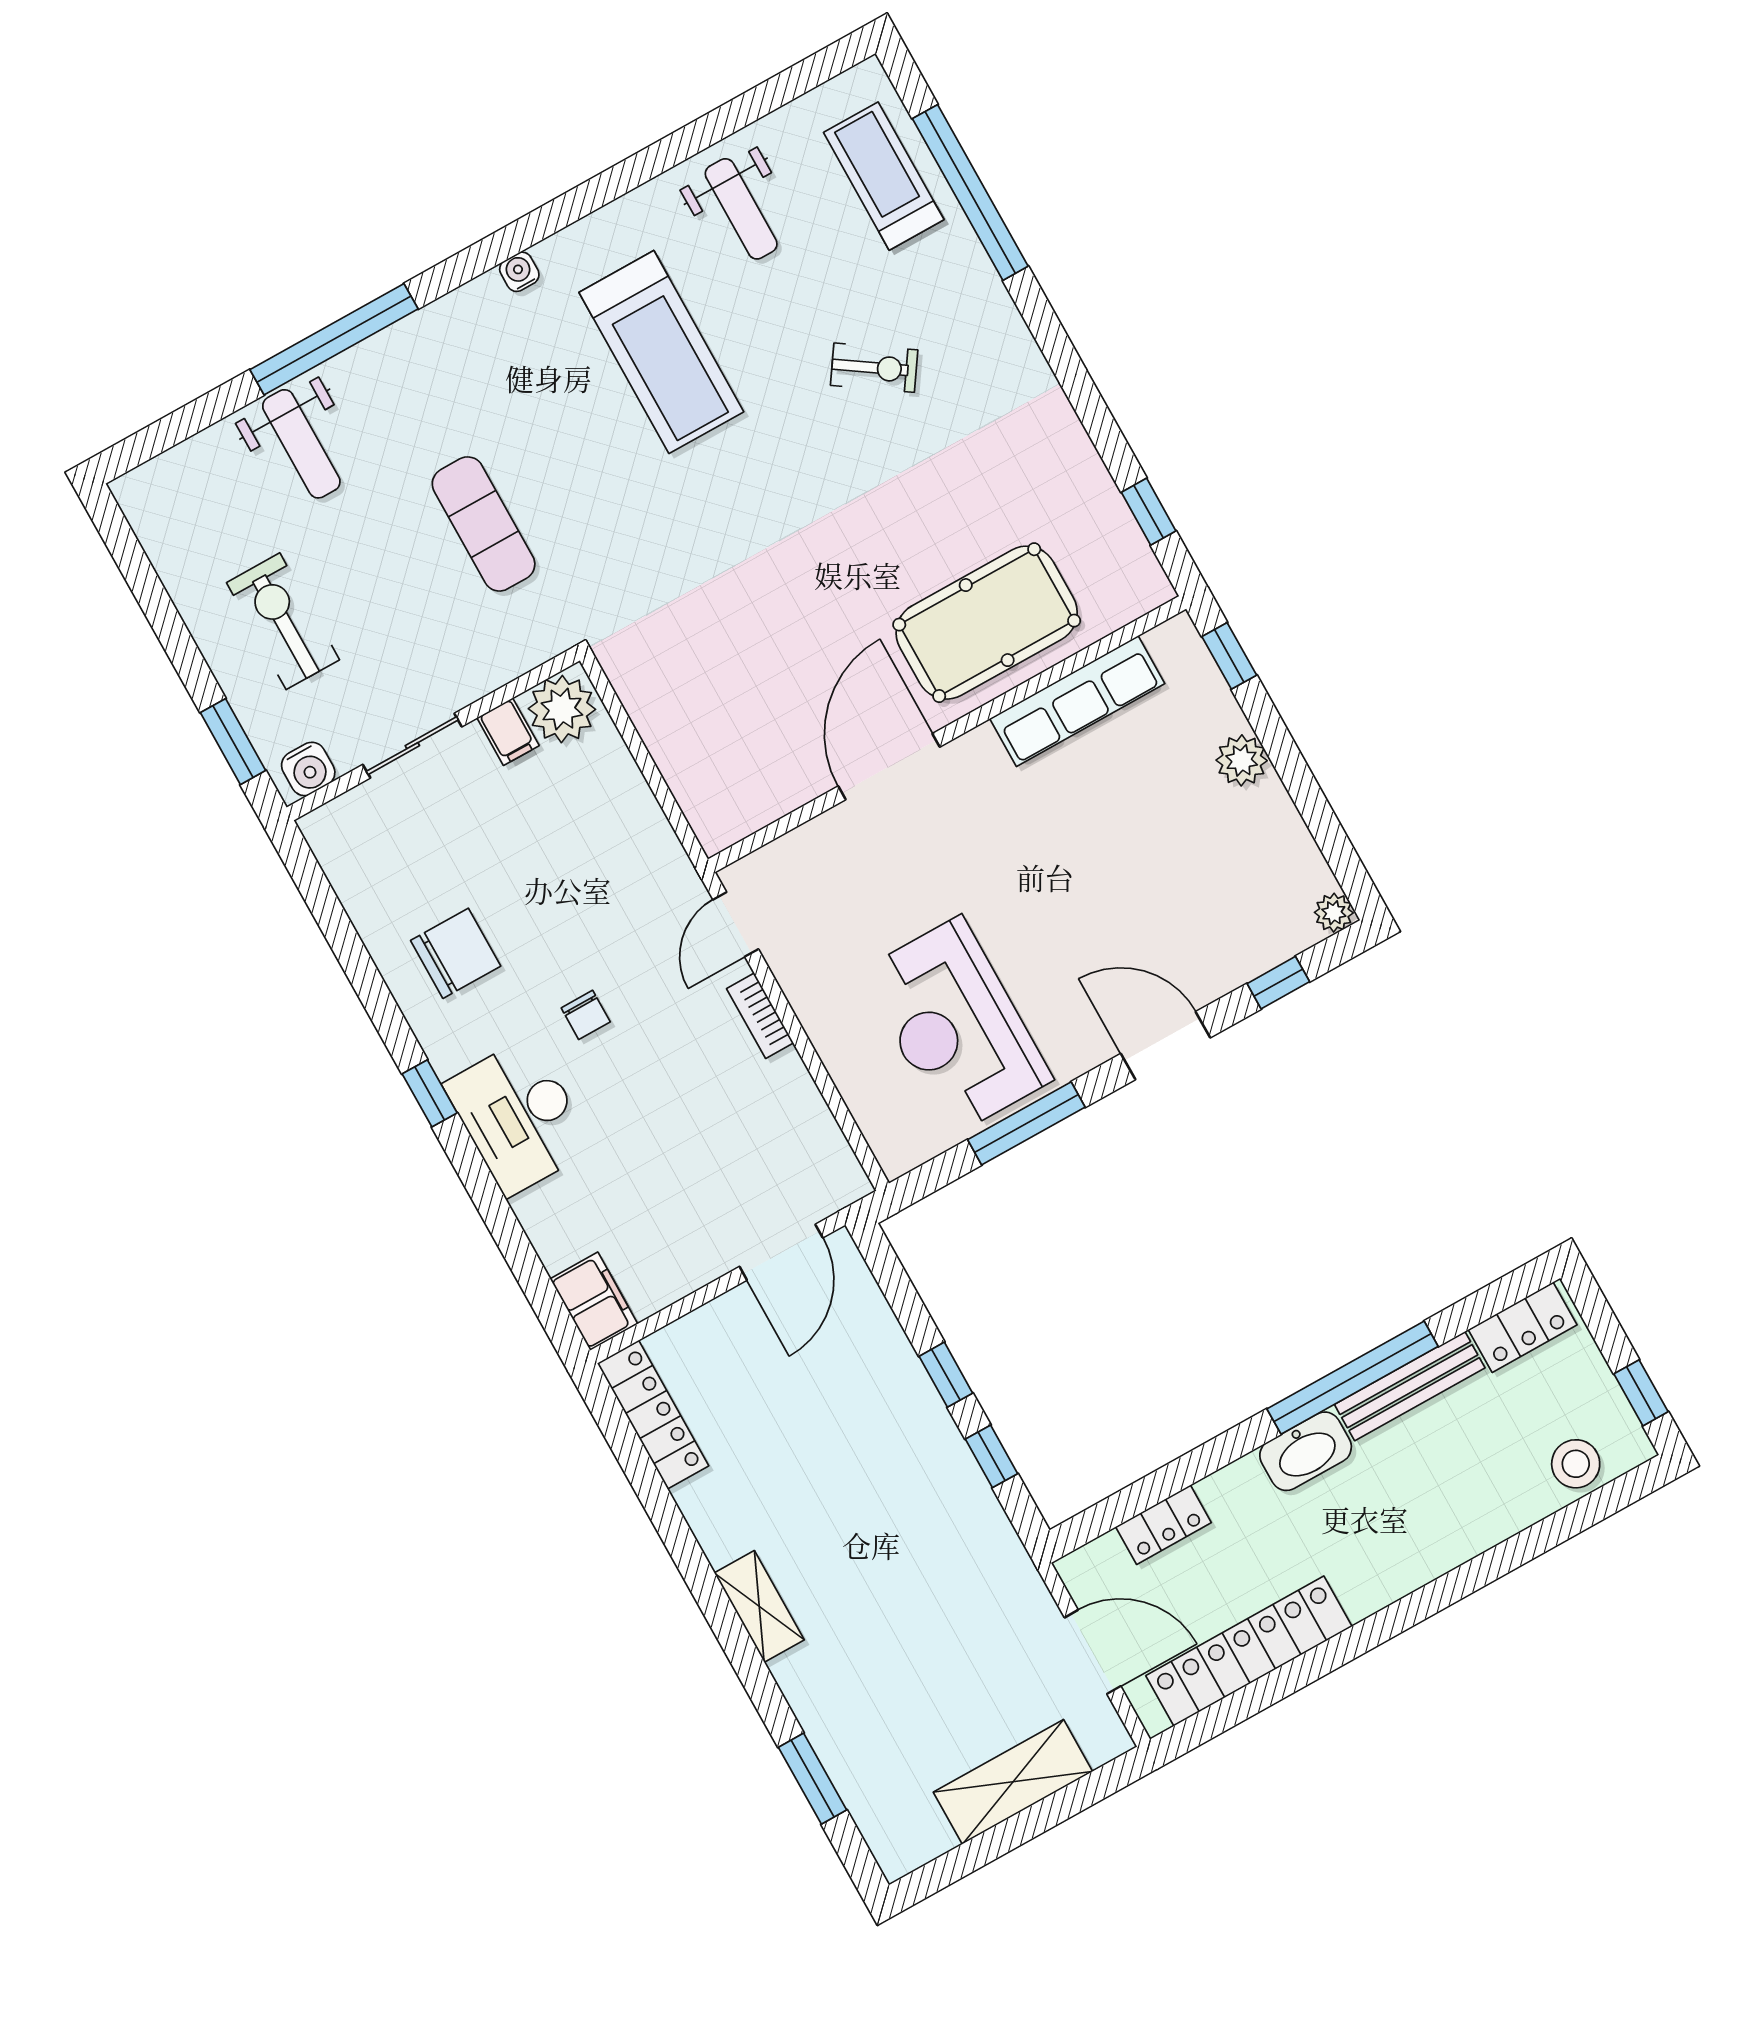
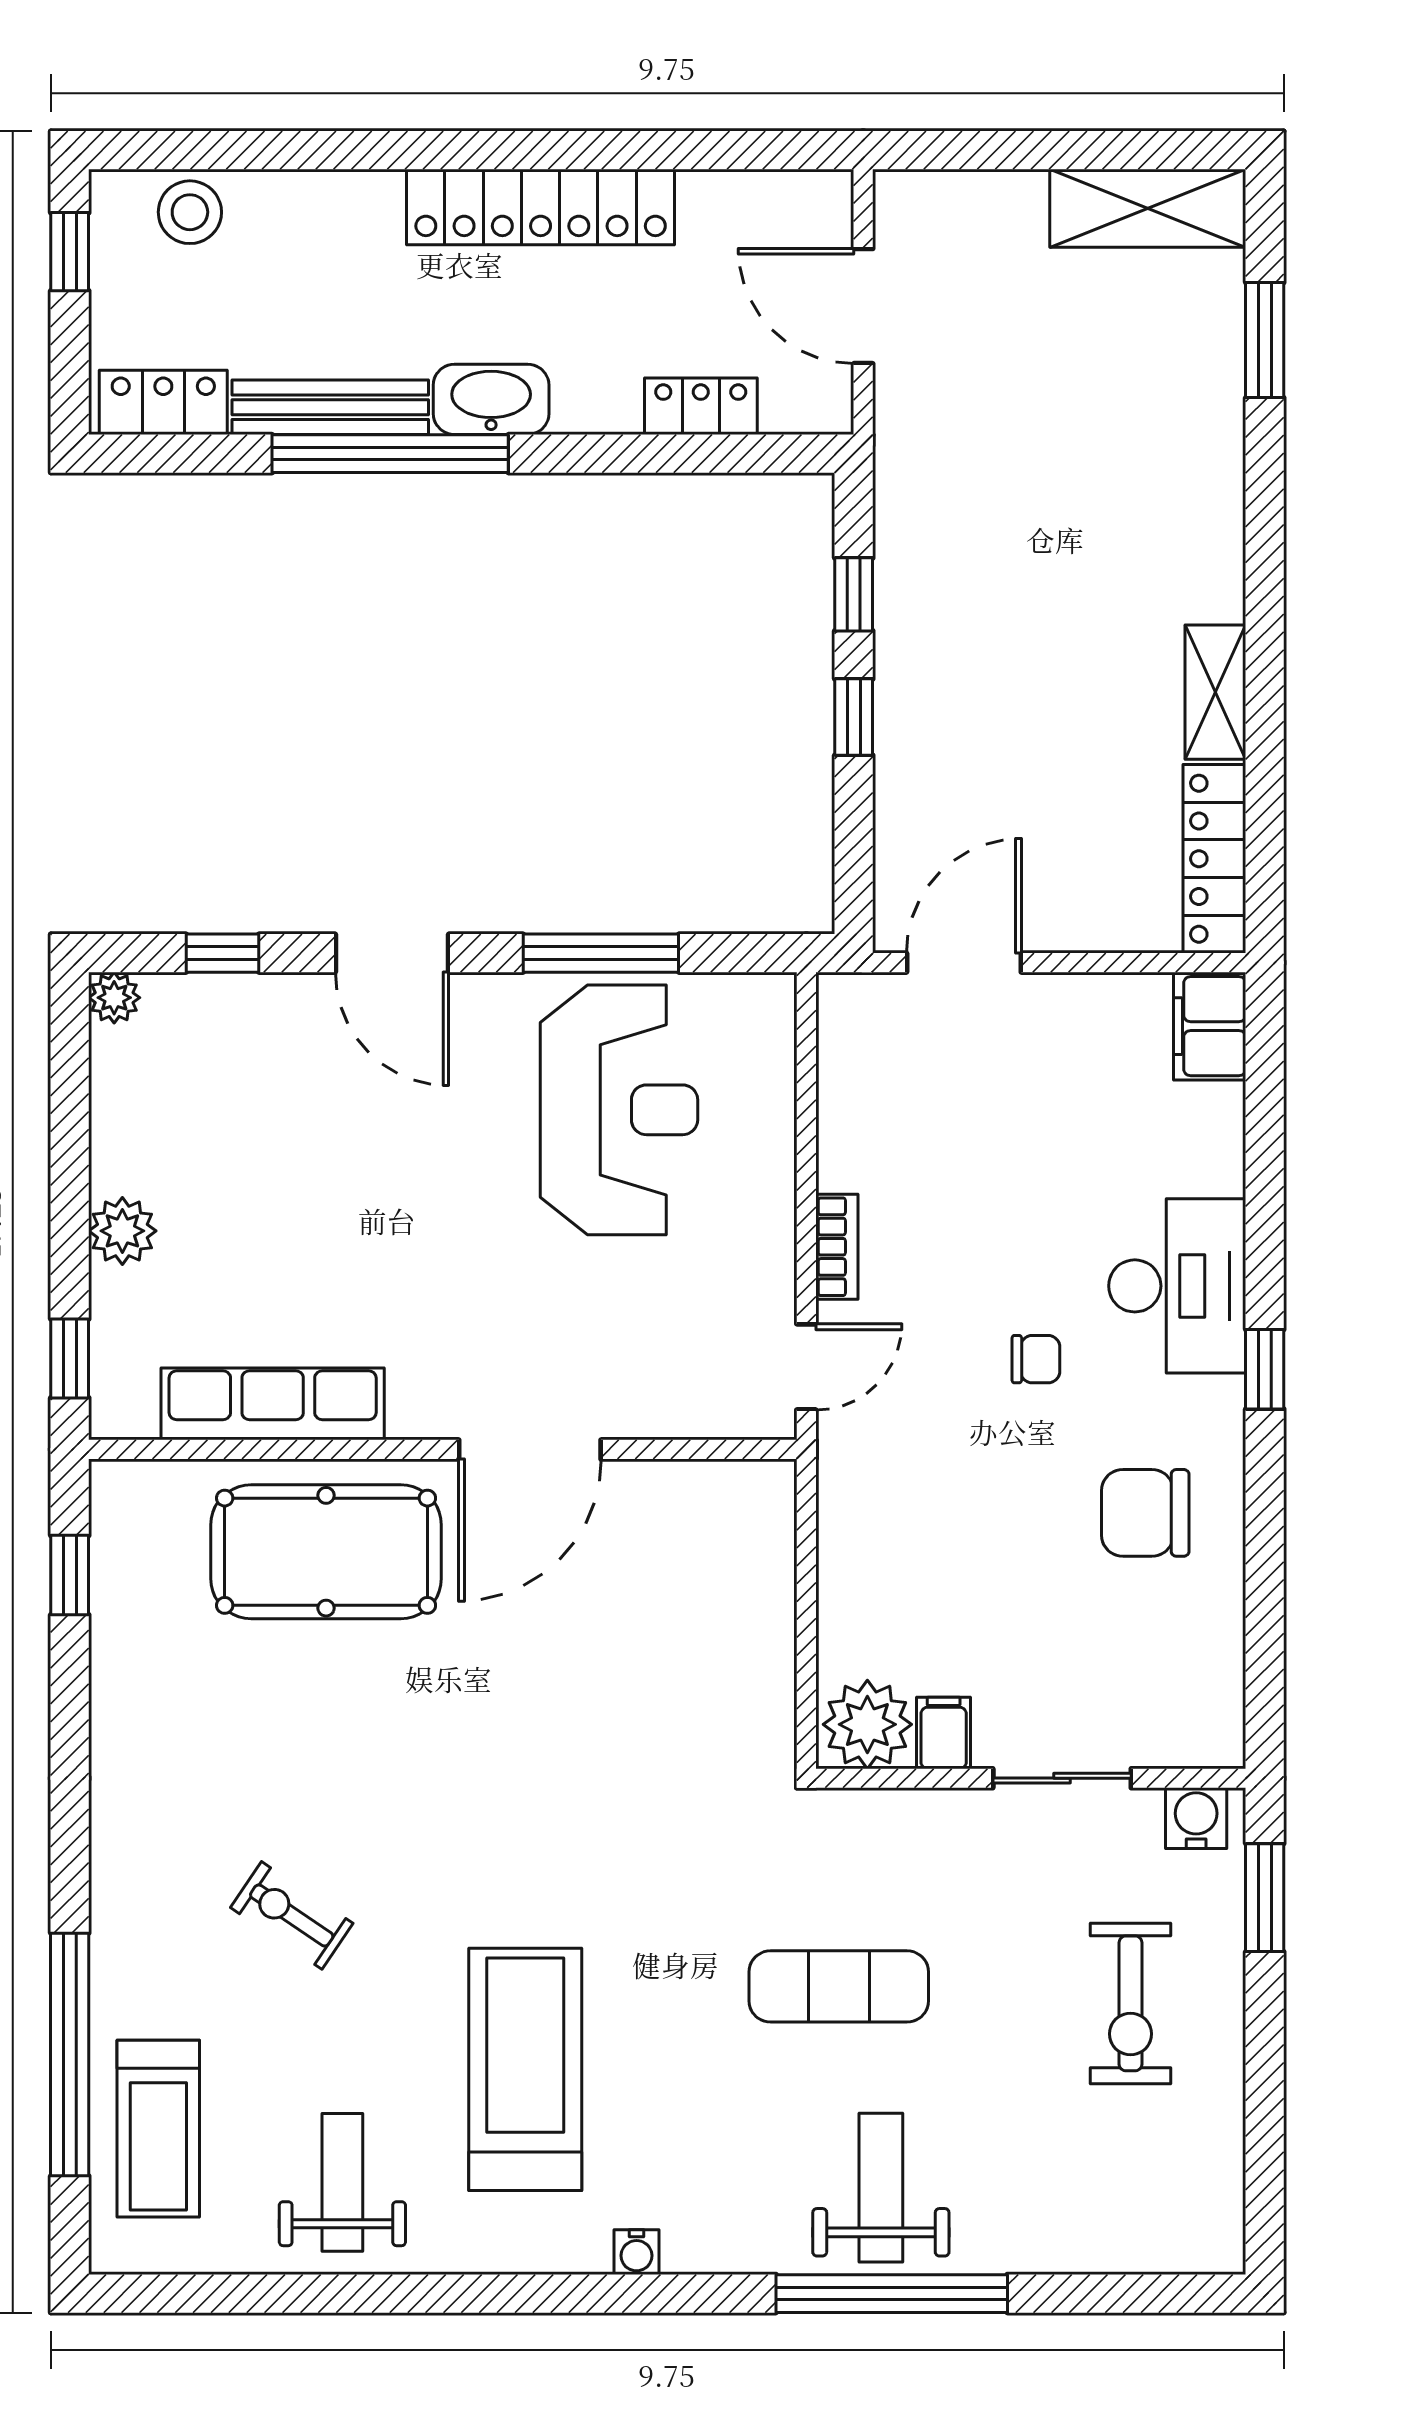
weight bench: (301, 444) -> (881, 2188), moved
exercise mat: (484, 524) -> (839, 1986), turned 90
chair: (586, 1015) -> (1036, 1359), turned 90
shelving: (759, 1606) -> (1215, 692), moved
locker: (1249, 1651) -> (541, 207), moved
shelving: (1013, 1782) -> (1148, 208), moved

